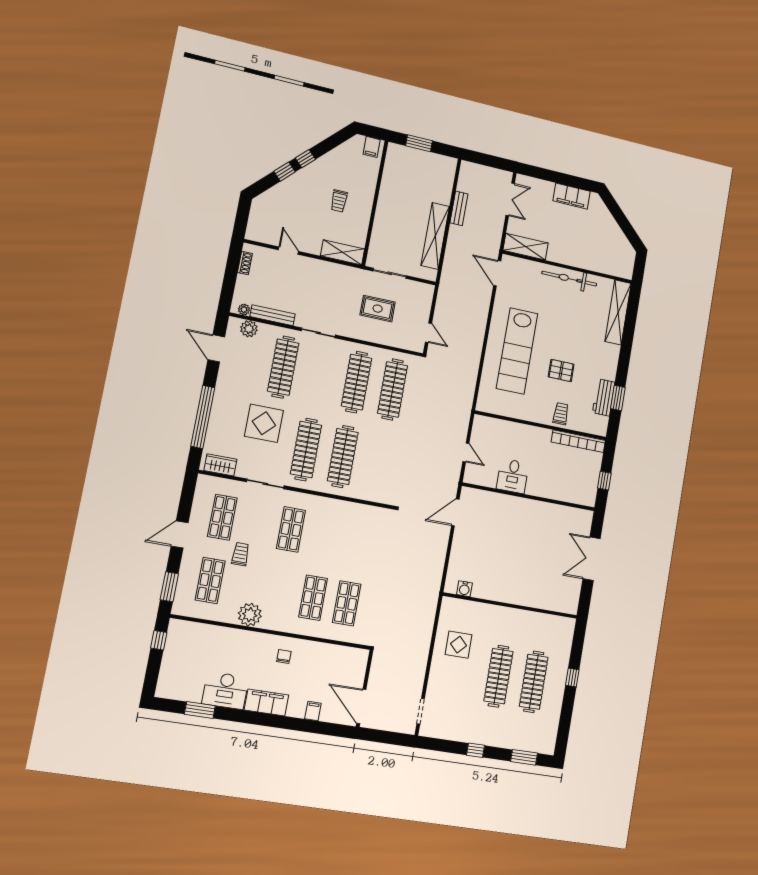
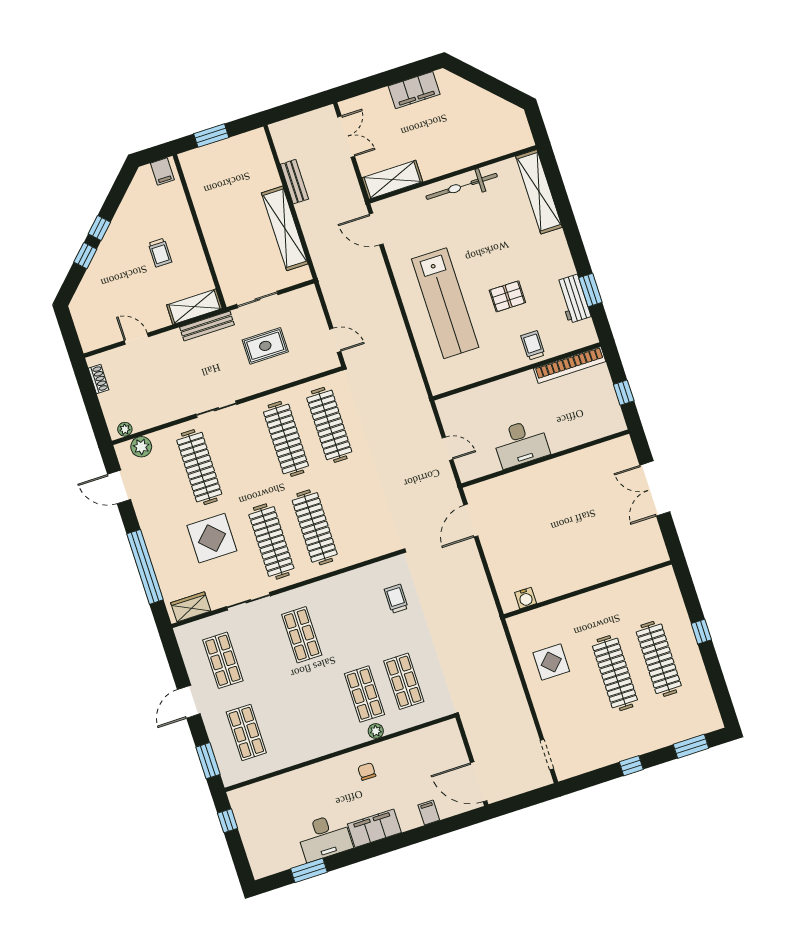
bench: (273, 315) -> (207, 326), moved
desk: (513, 476) -> (521, 443), width x1.37
trolley: (240, 554) -> (396, 599), moved
plant: (250, 615) -> (376, 731), moved, width x0.53, depth x0.53

